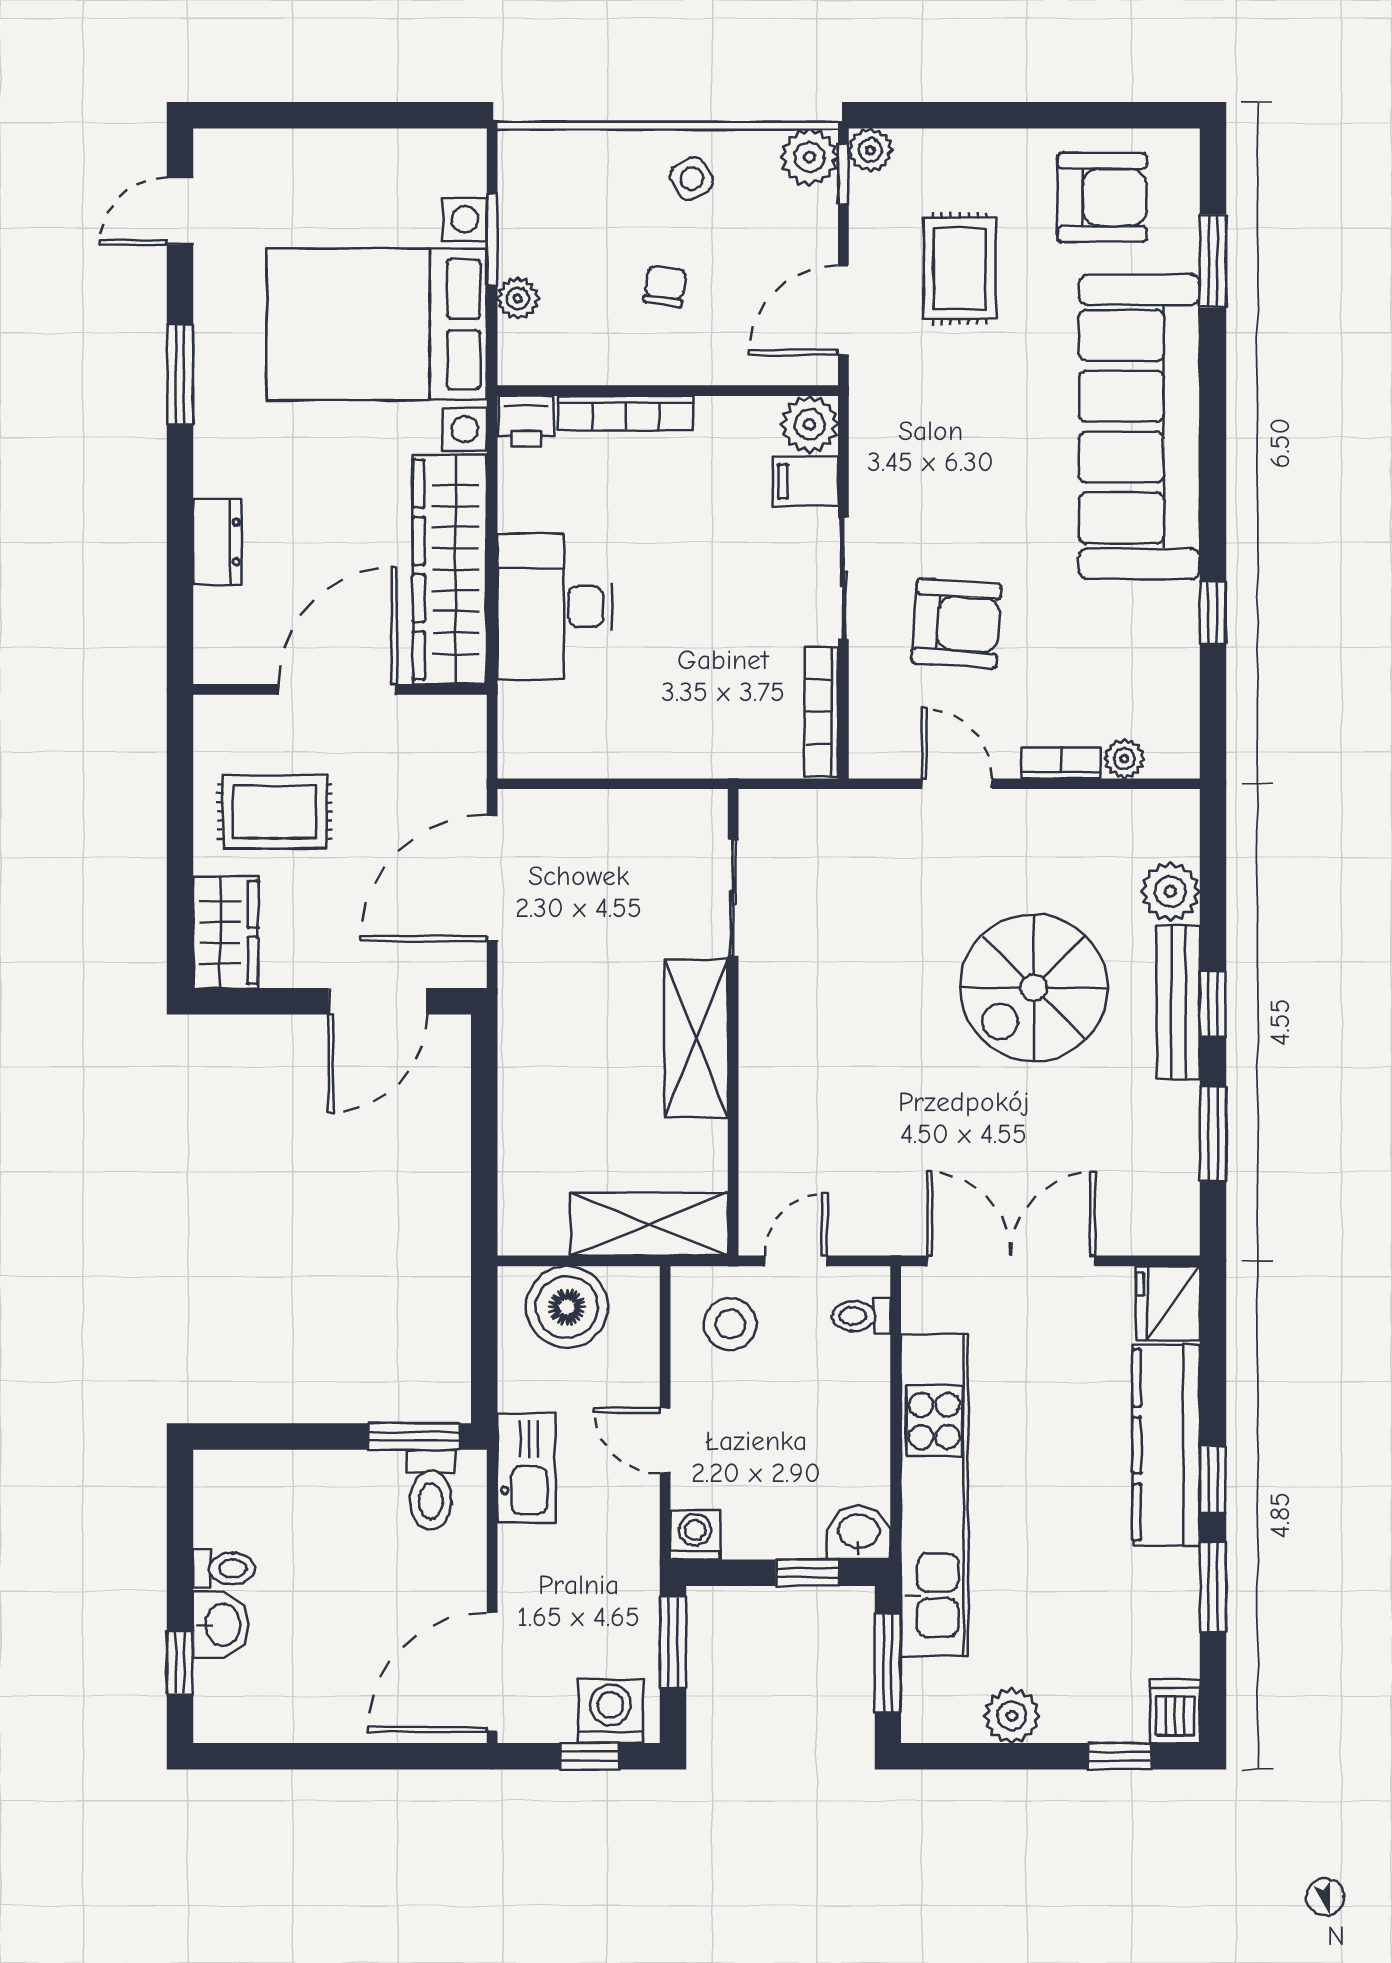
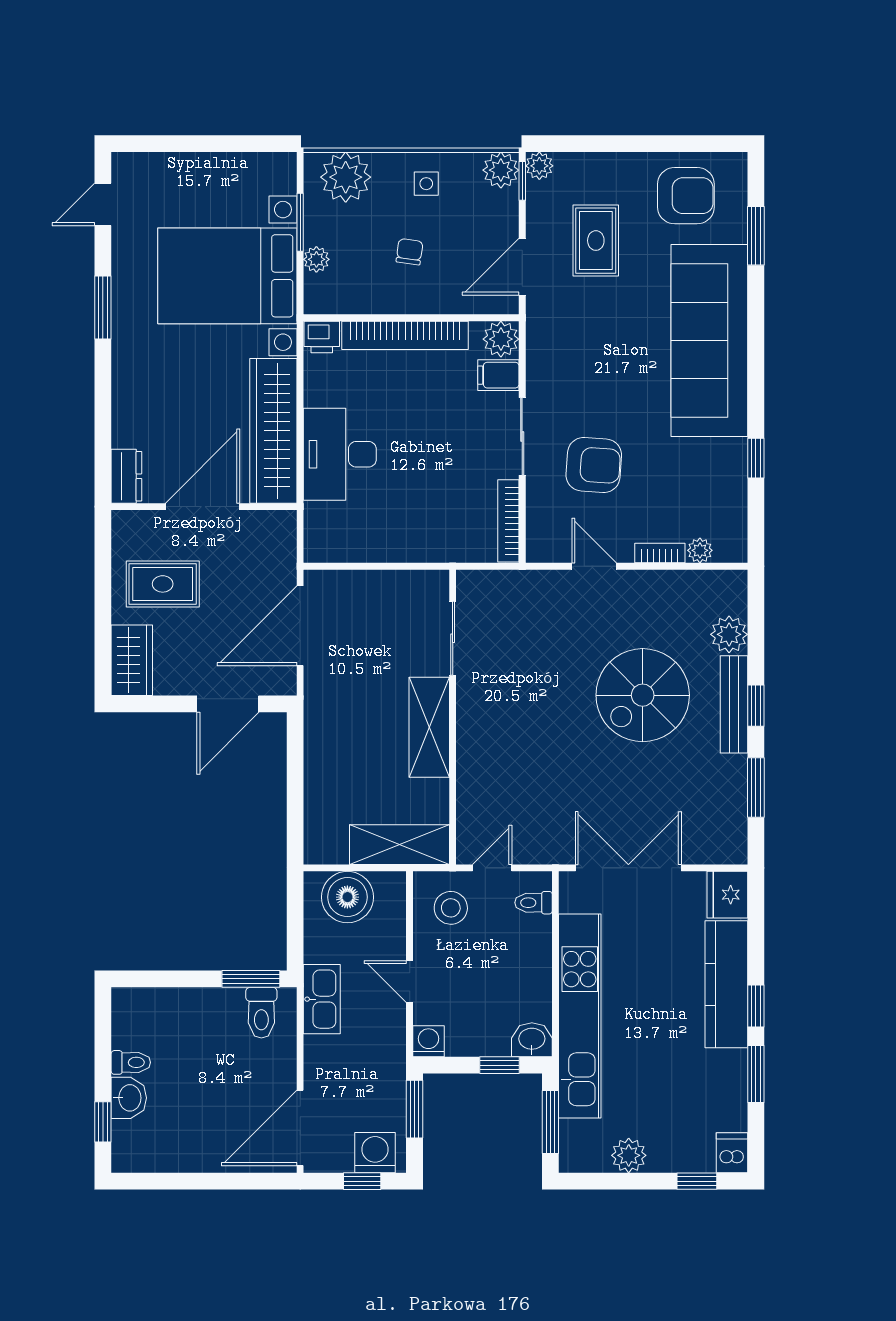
plant: (564, 168) -> (346, 177), added
side table: (691, 178) -> (426, 184), turned 30
bookcase: (626, 413) -> (405, 335), width x1.48, depth x1.31
dresser: (217, 542) -> (126, 476), moved

